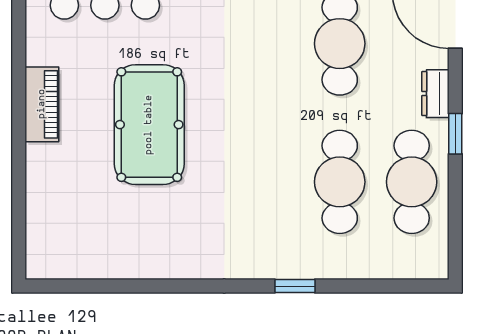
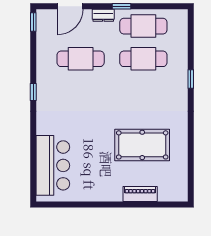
piano: (42, 104) -> (140, 194), moved
pool table: (149, 125) -> (142, 145), moved

